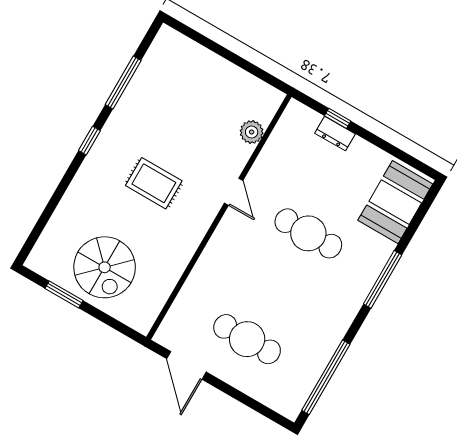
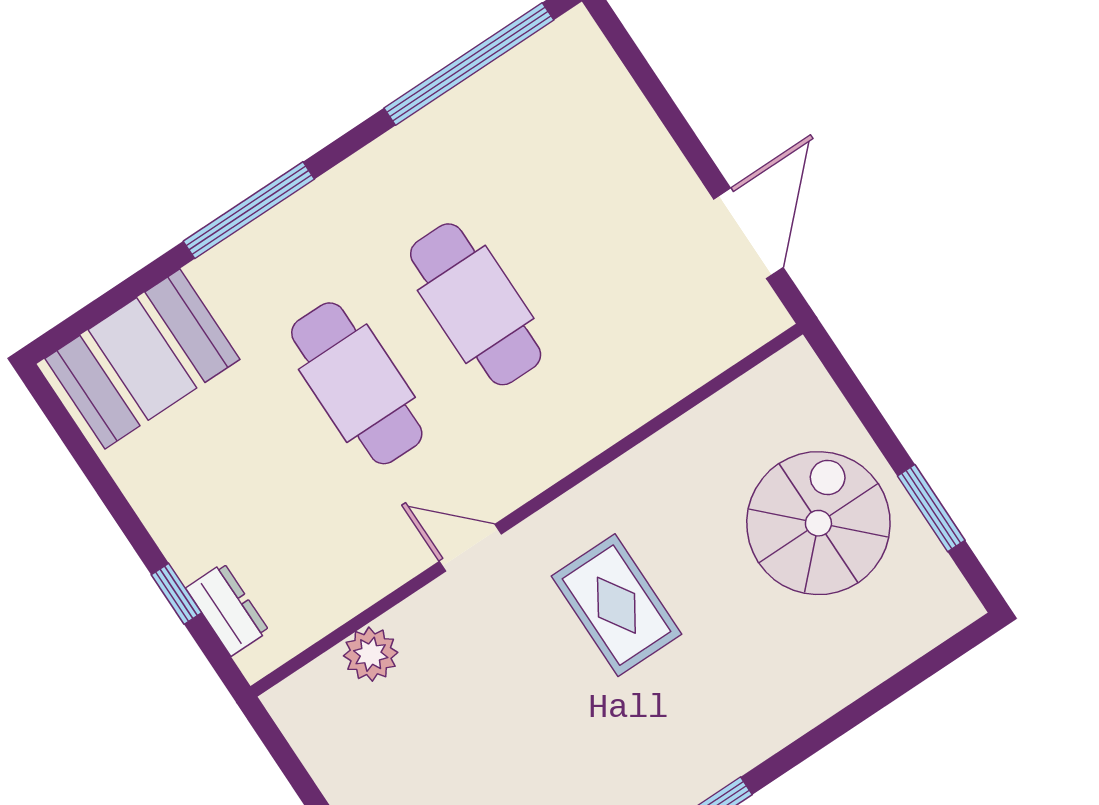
dresser: (335, 134) -> (227, 610), moved
rug: (154, 183) -> (616, 605), moved
door: (234, 192) -> (470, 548), hinge flipped
cafe table: (247, 339) -> (476, 304), moved

